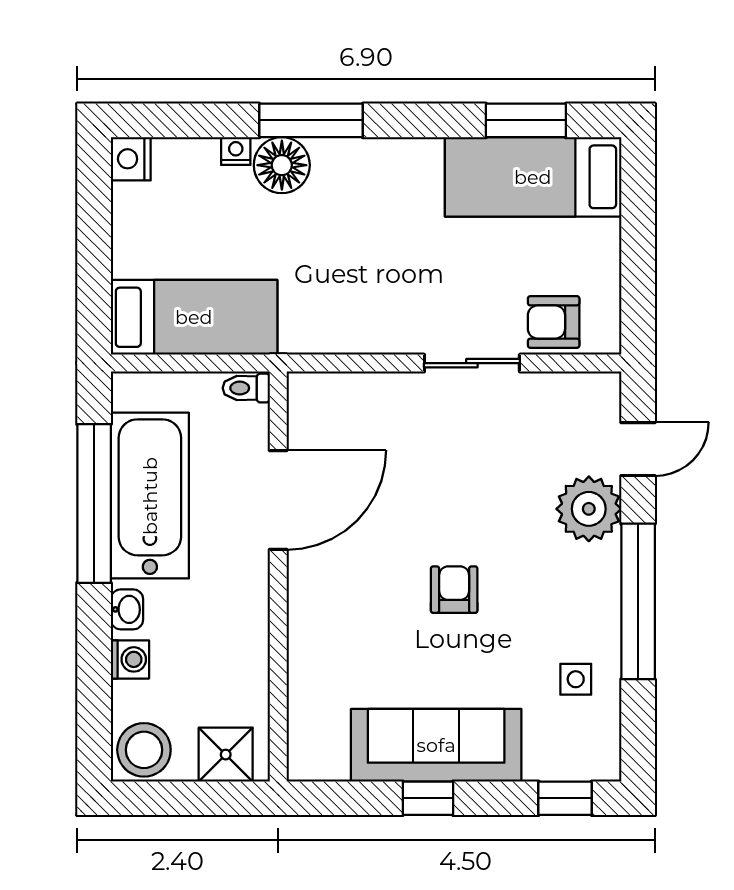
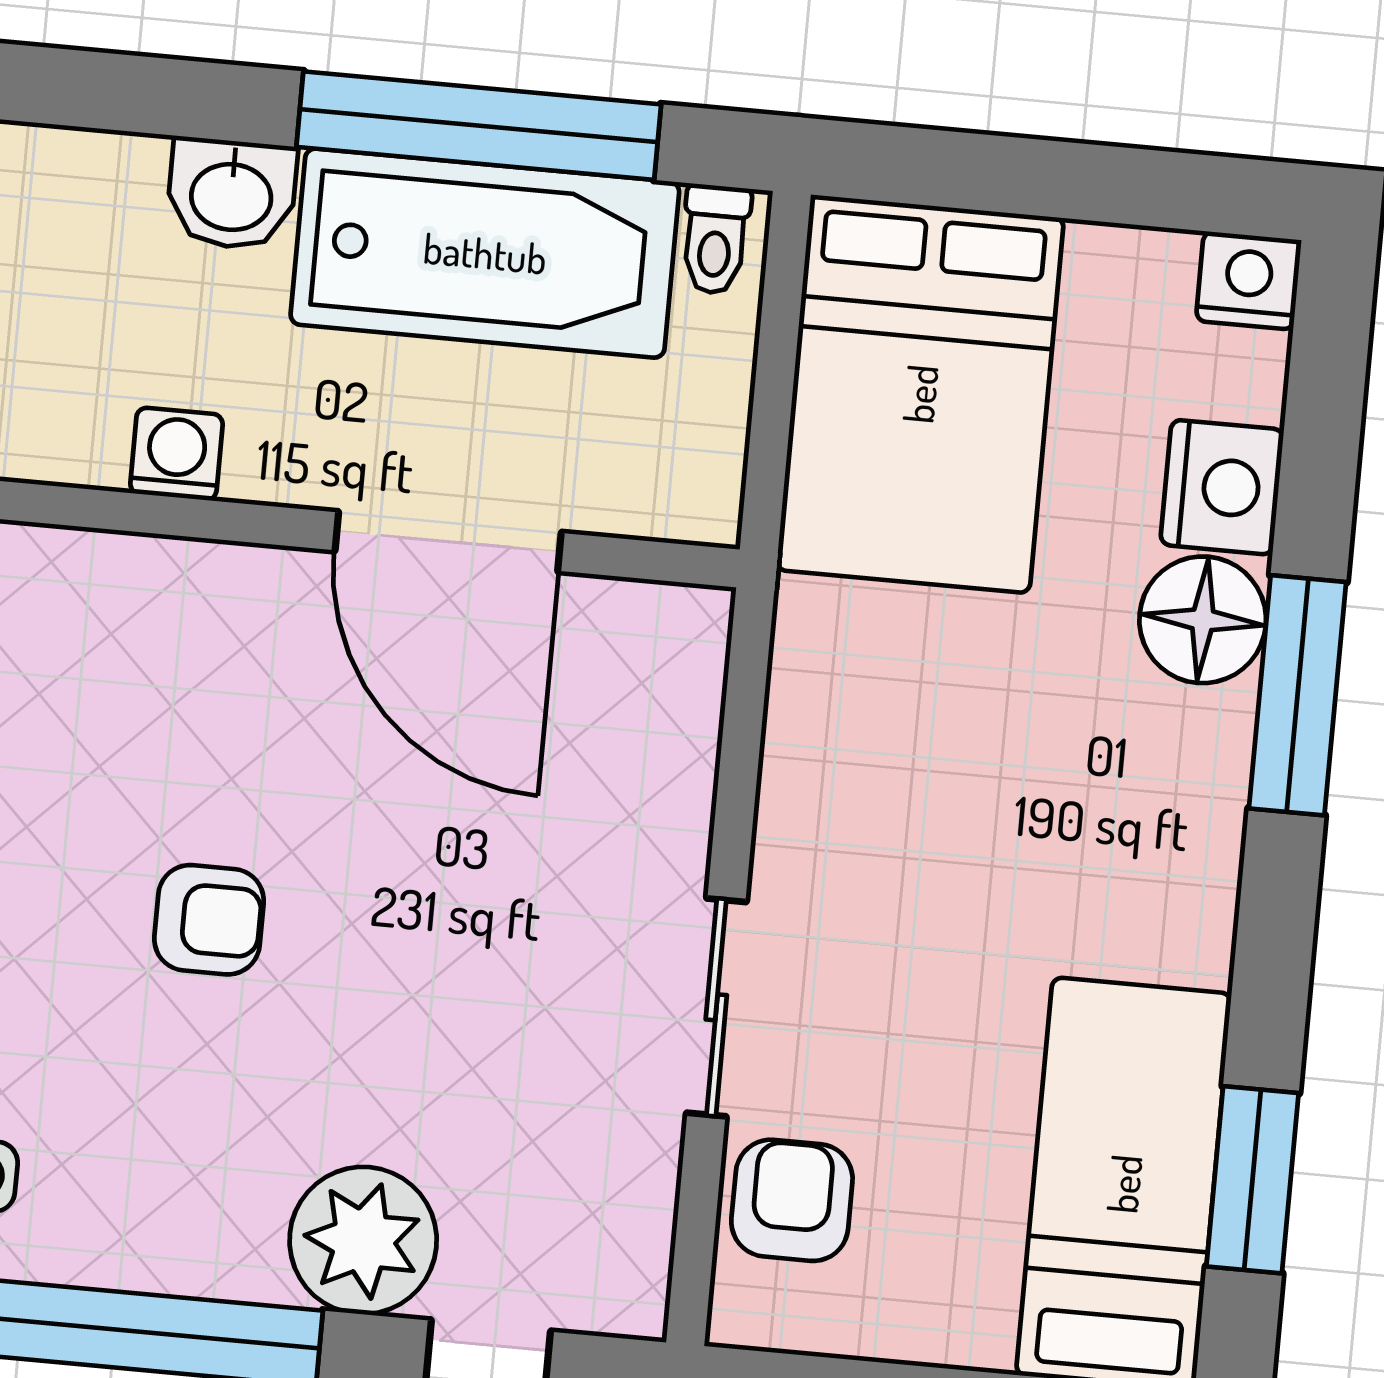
nightstand: (236, 151) -> (1222, 487), width x1.89, depth x1.79
bed: (194, 317) -> (920, 394), width x1.50
toilet: (246, 388) -> (715, 239), moved, turned 180
washbasin: (127, 609) -> (231, 194), width x1.38, depth x1.45
washing machine: (130, 659) -> (176, 454), moved, turned 180

